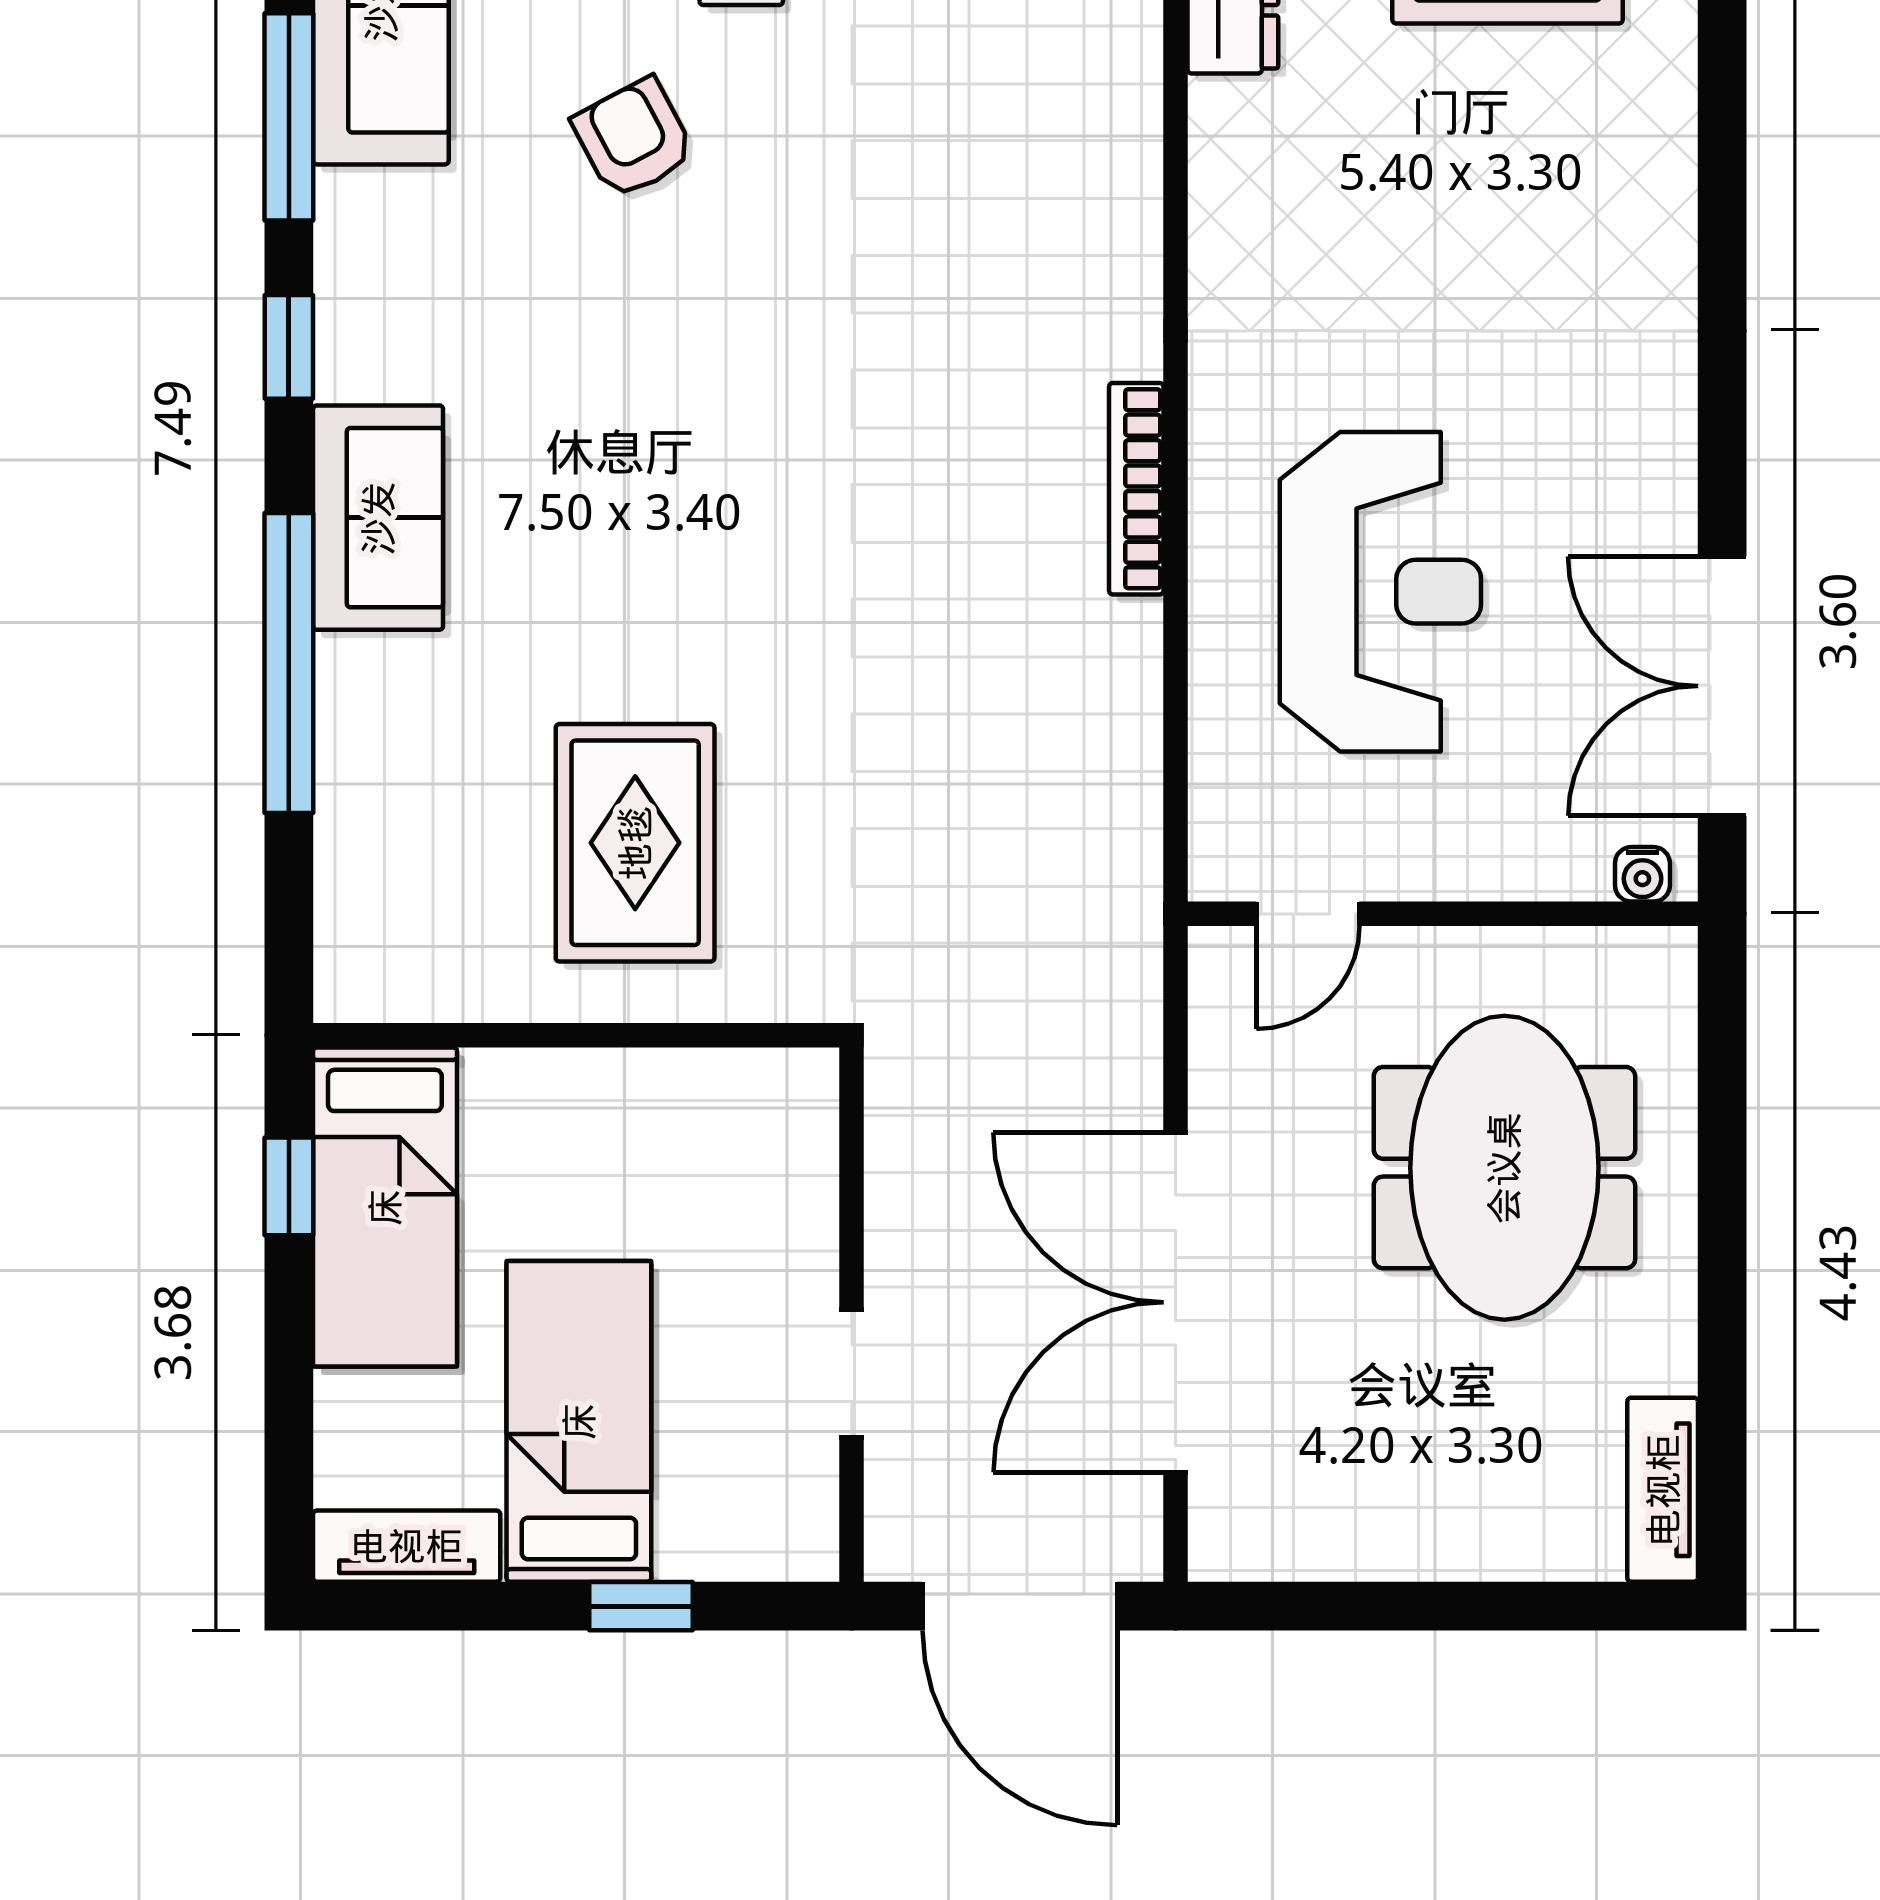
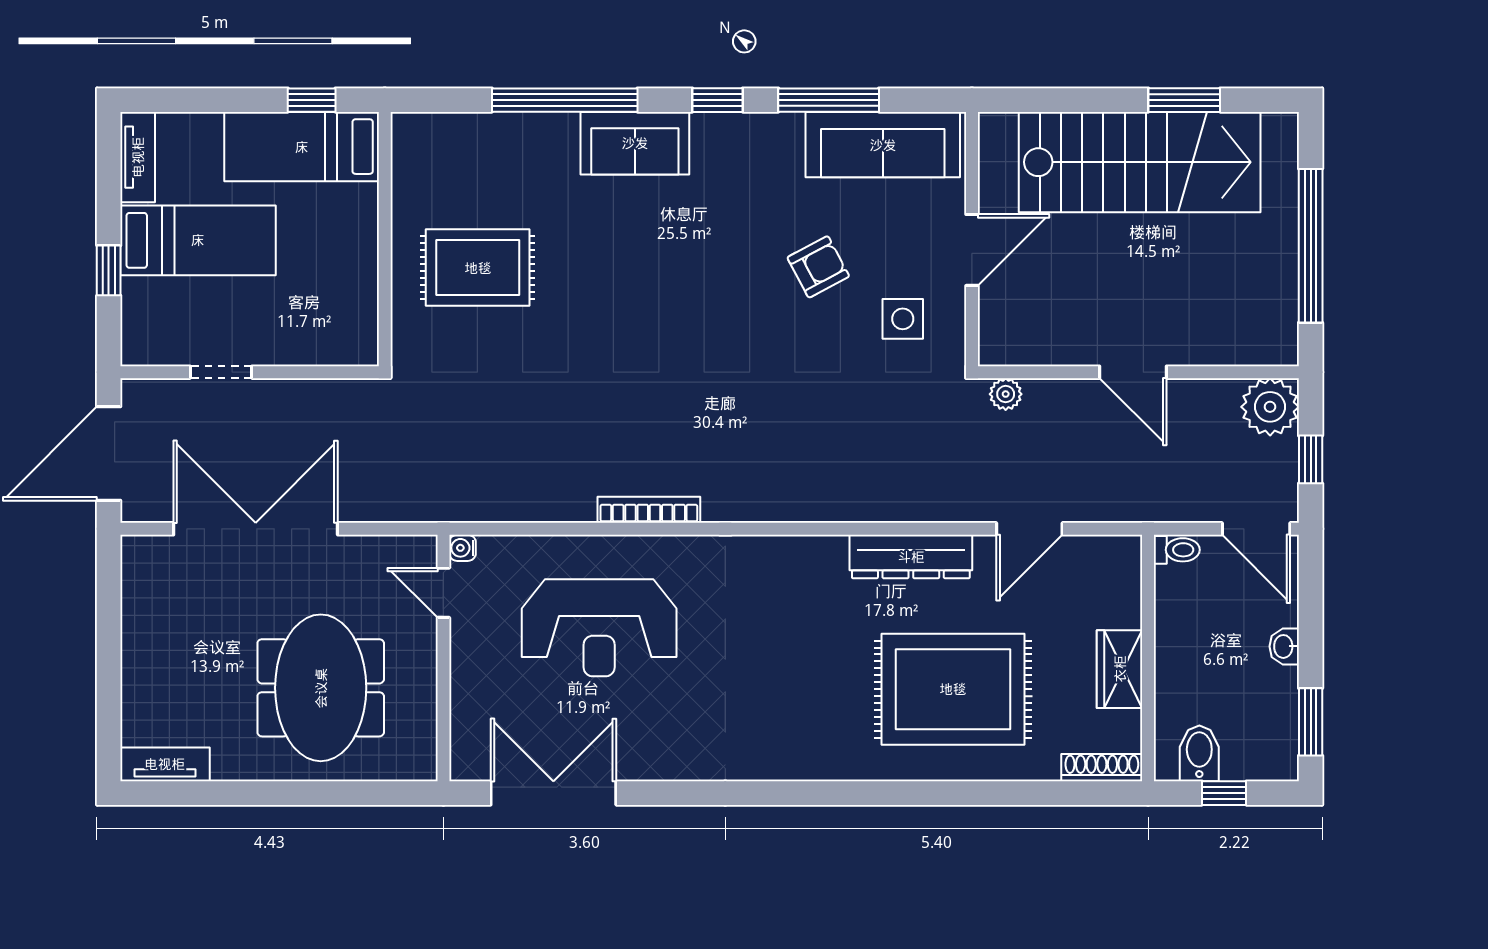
water cooler: (1642, 874) -> (462, 548), moved
meeting table: (1504, 1168) -> (321, 688), turned 90

